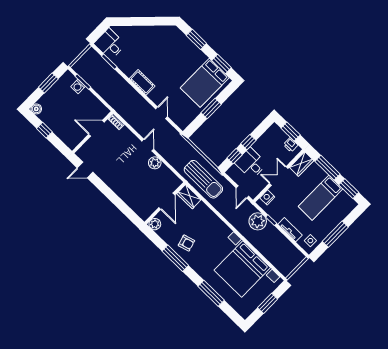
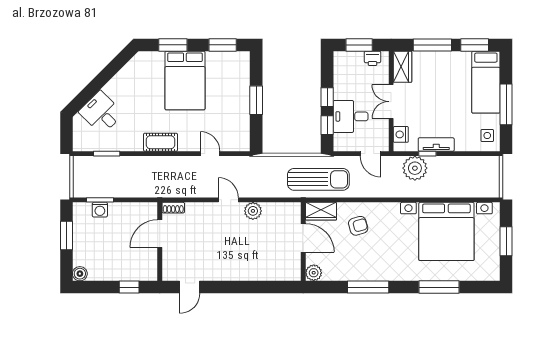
desk: (110, 44) -> (101, 113), moved, turned 45
bed: (205, 83) -> (185, 81), moved
window: (44, 130) -> (129, 287), moved
bed: (320, 198) -> (486, 82), moved
tv unit: (290, 230) -> (436, 145), moved
armchair: (186, 243) -> (358, 226), moved

